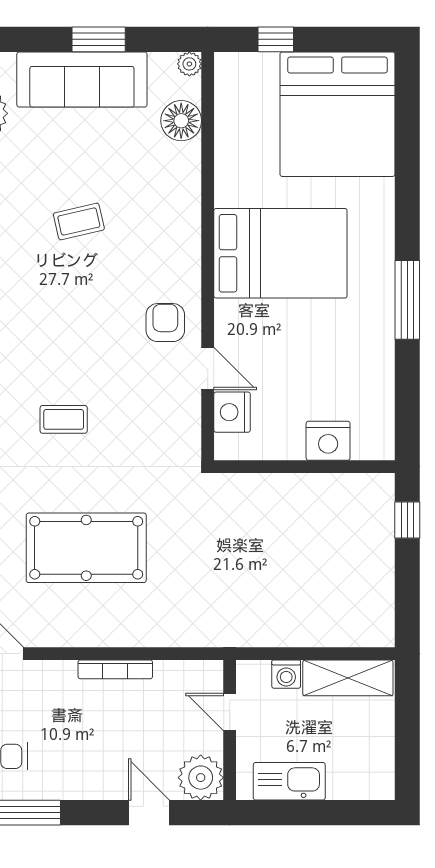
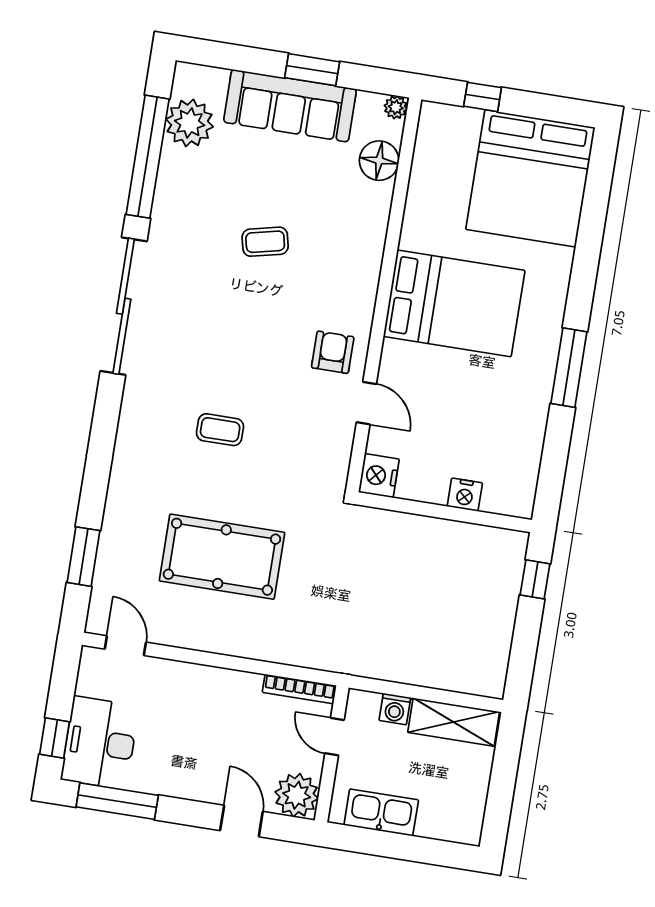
nightstand: (232, 412) -> (379, 476), moved
nightstand: (328, 441) -> (465, 495), width x0.74, depth x0.75
bookcase: (115, 669) -> (299, 689), moved

